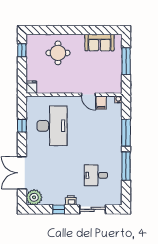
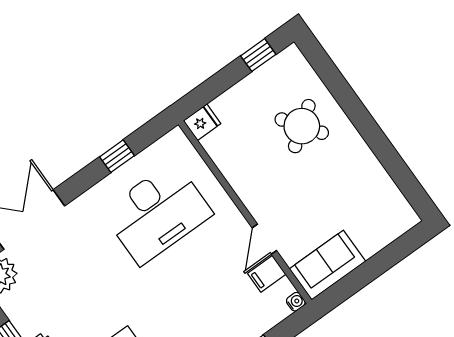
sofa: (99, 43) -> (327, 265), moved, turned 90
round table: (58, 53) -> (302, 126), turned -36
window: (126, 61) -> (378, 265), removed

